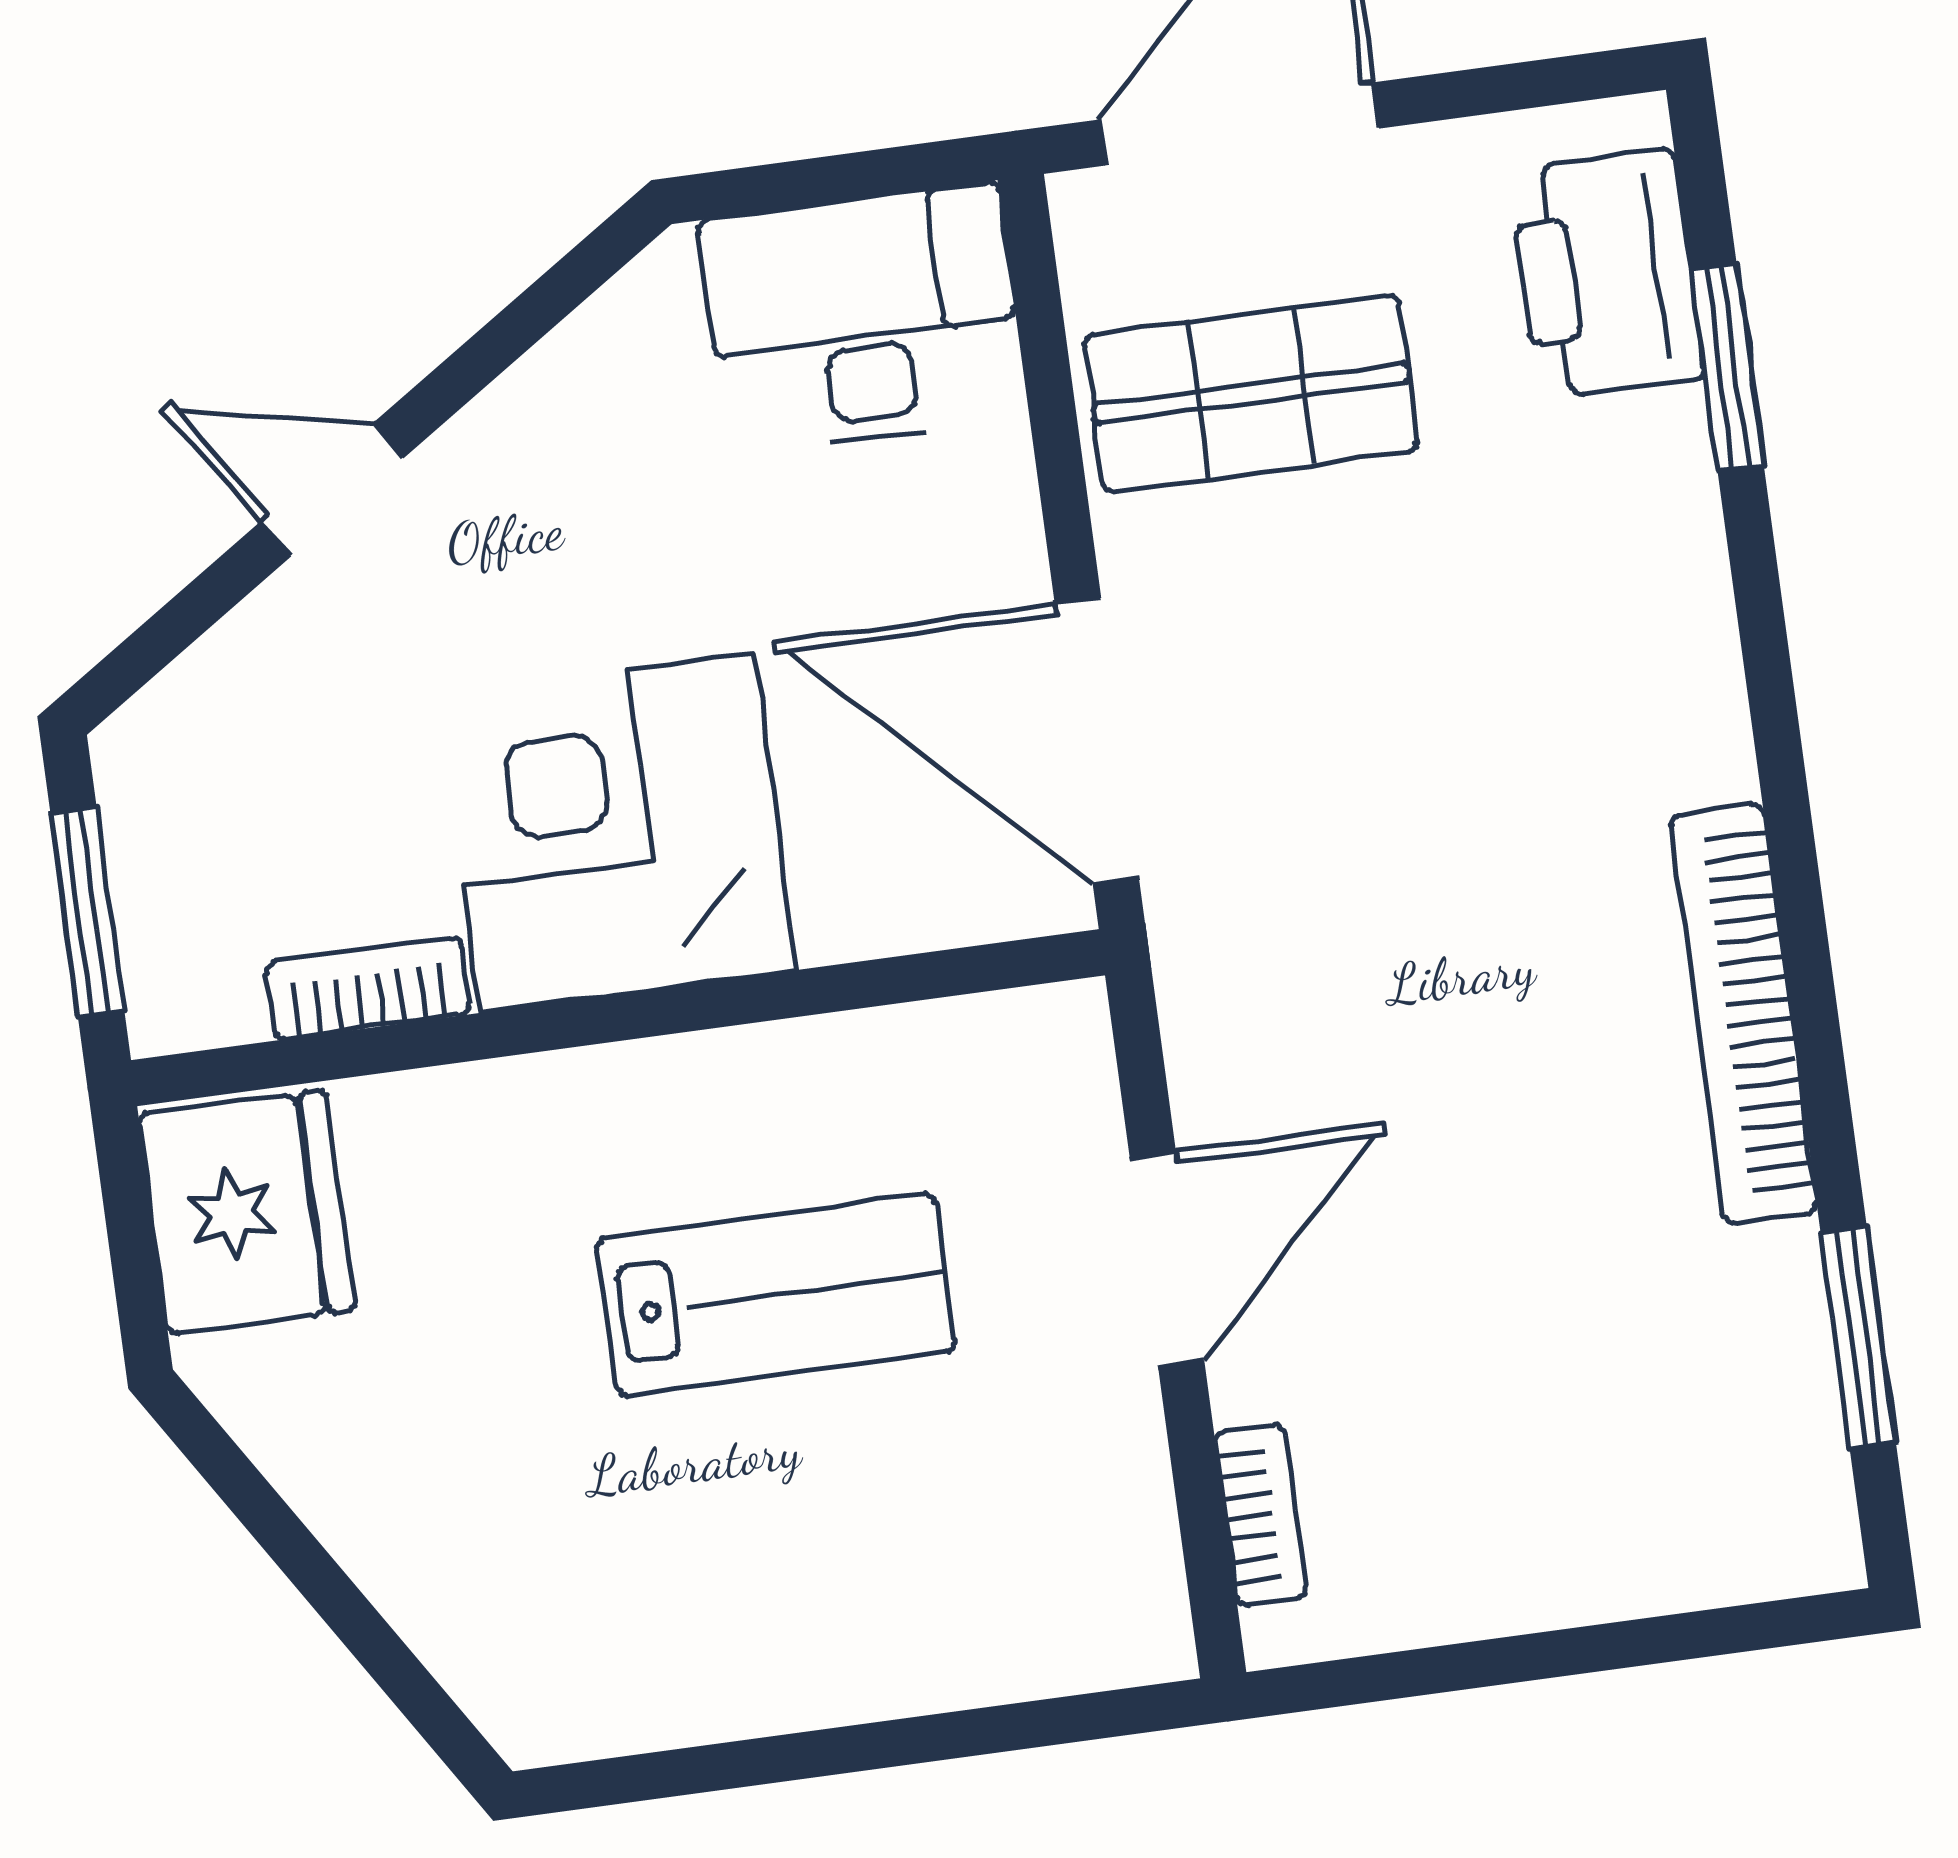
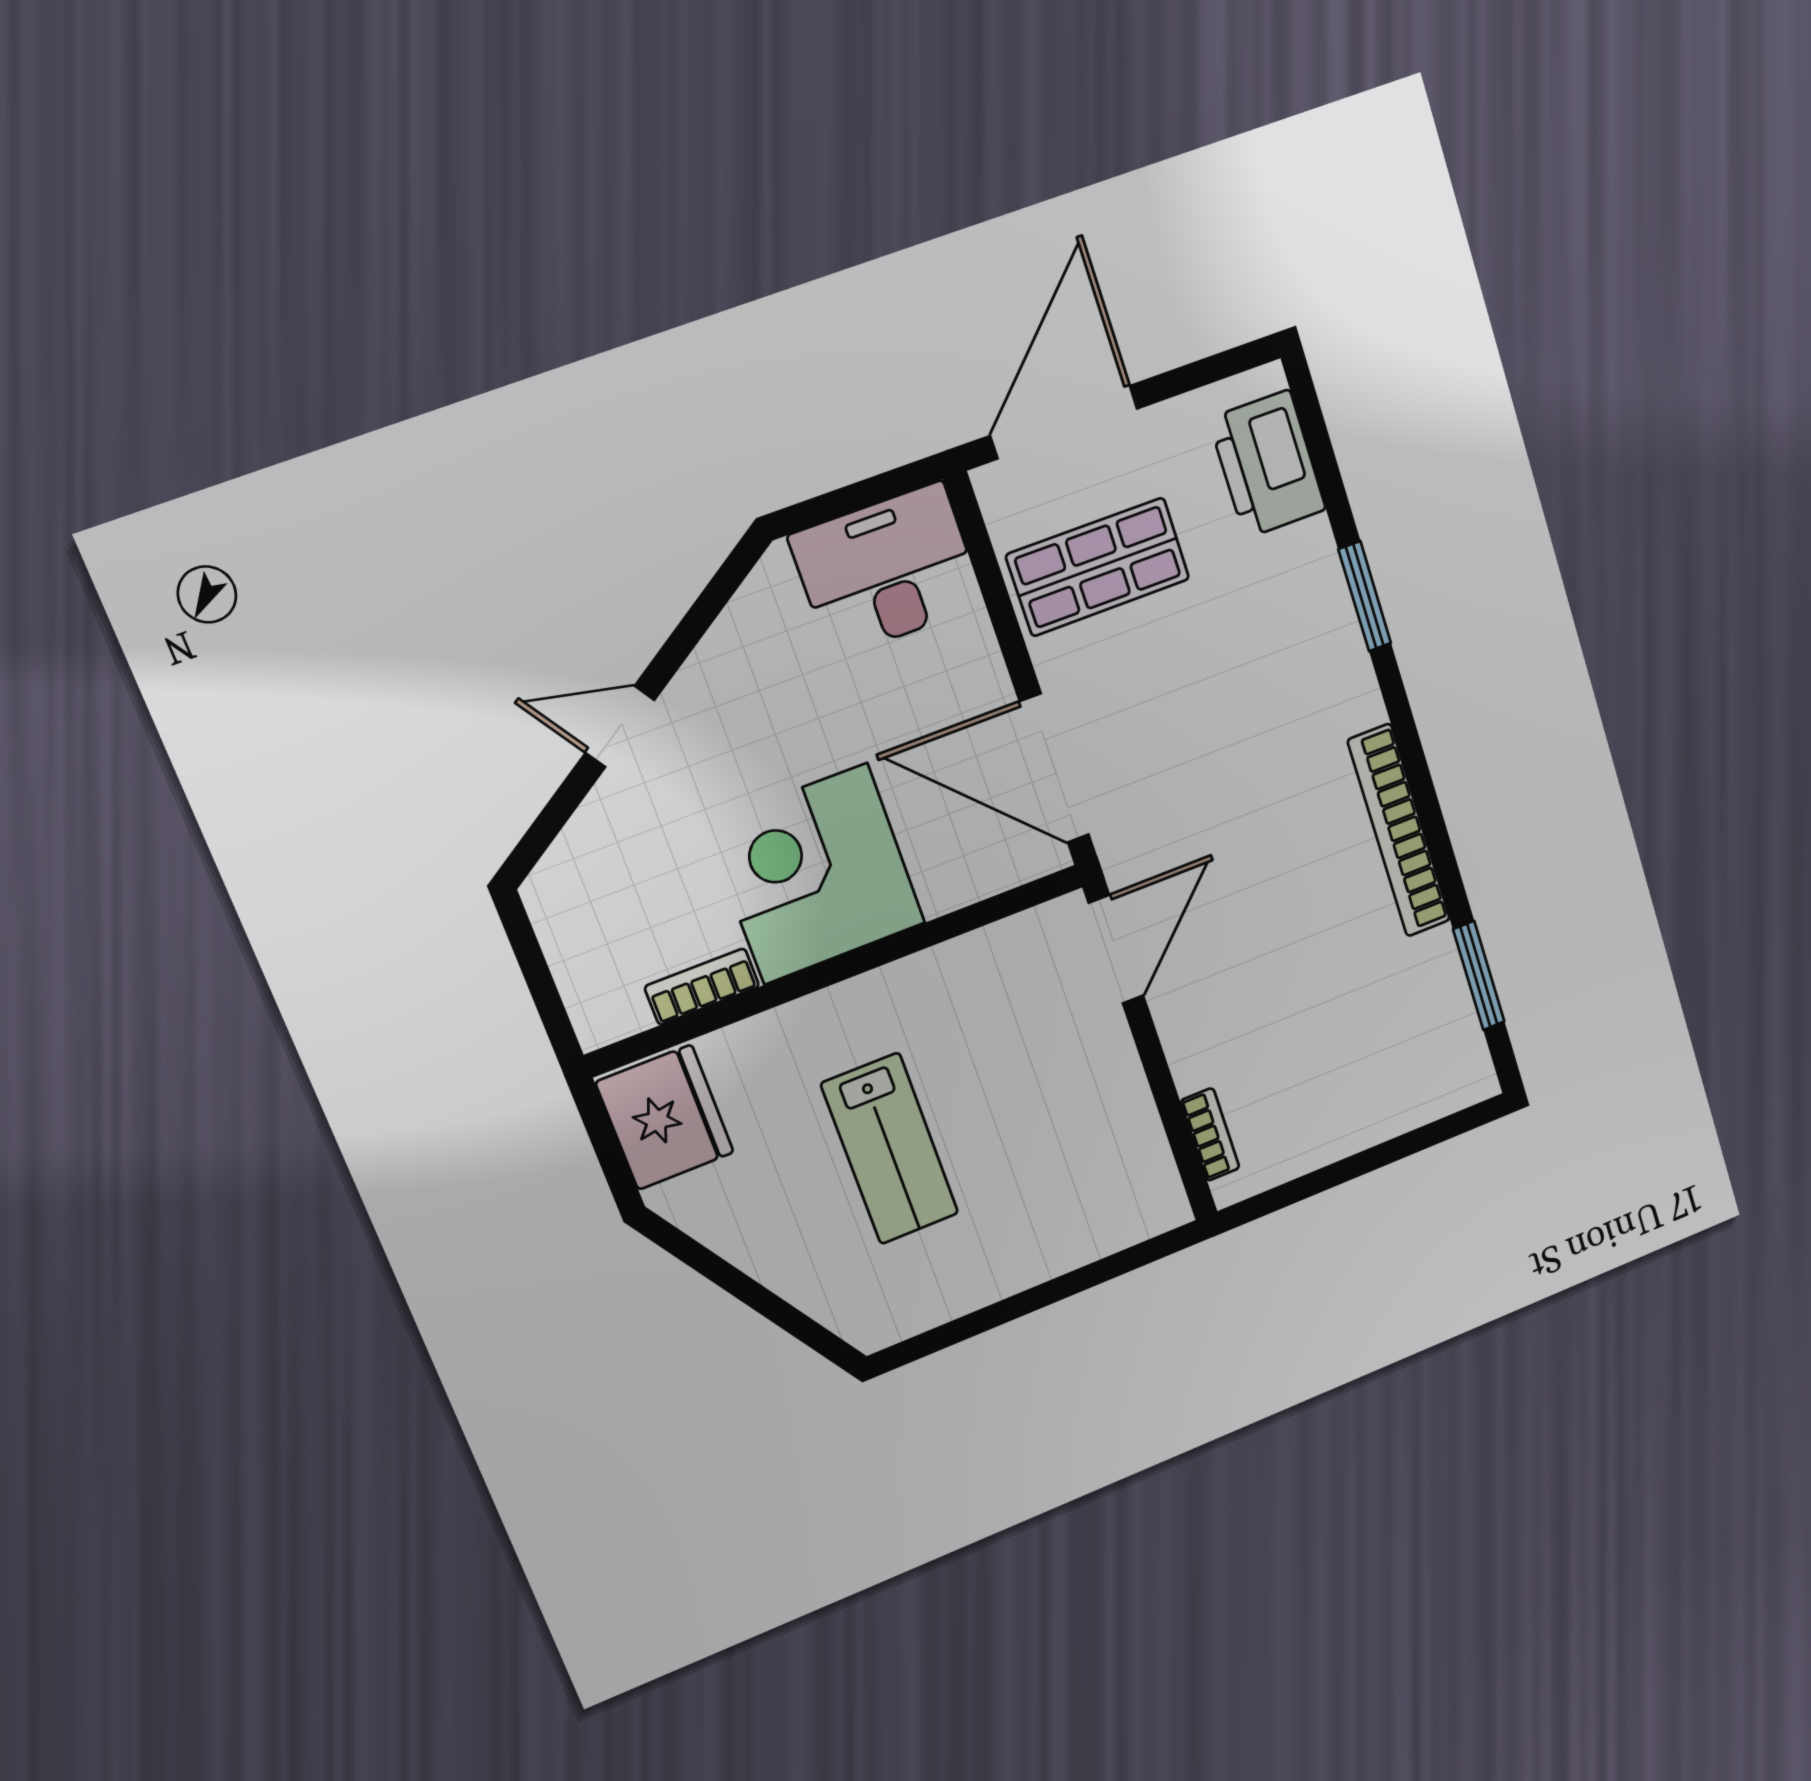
window: (1727, 367) -> (1365, 596), moved
window: (87, 912) -> (541, 983), removed
door: (1167, 1259) -> (1116, 949), moved
lab bench: (775, 1295) -> (890, 1149), moved, turned 90

